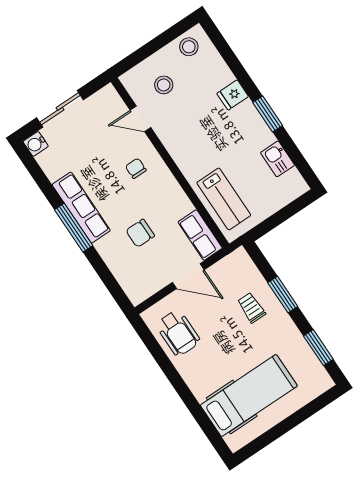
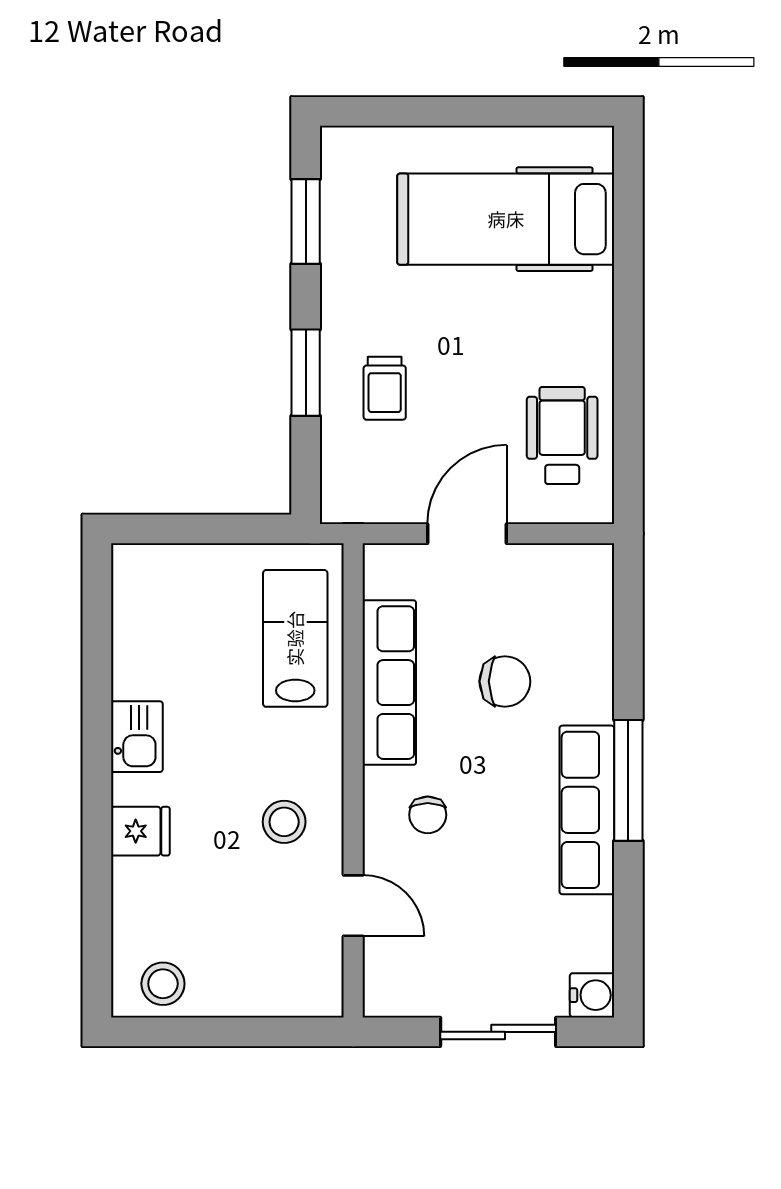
stool: (164, 85) -> (284, 822), moved
window: (268, 114) -> (97, 748), removed
kitchen sink: (277, 159) -> (137, 737), moved
row of seats: (200, 235) -> (389, 683), moved, width x1.48
door: (188, 276) -> (467, 534), hinge flipped

